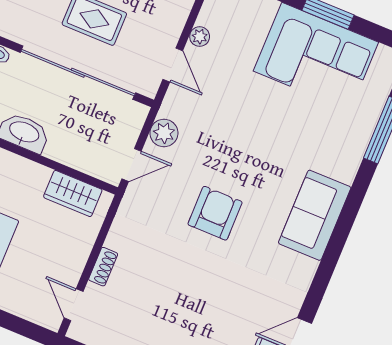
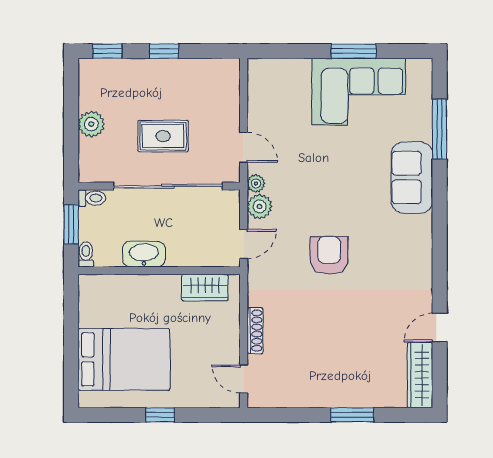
plant: (200, 37) -> (256, 183), moved
sofa: (315, 215) -> (412, 177), moved
shoe rack: (103, 267) -> (255, 331), width x1.43

